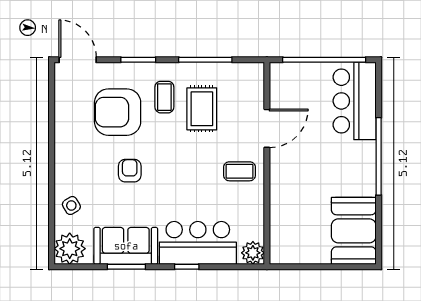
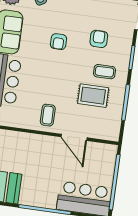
armchair: (118, 112) -> (99, 39), width x0.53, depth x0.53
armchair: (130, 171) -> (58, 42), turned 90

